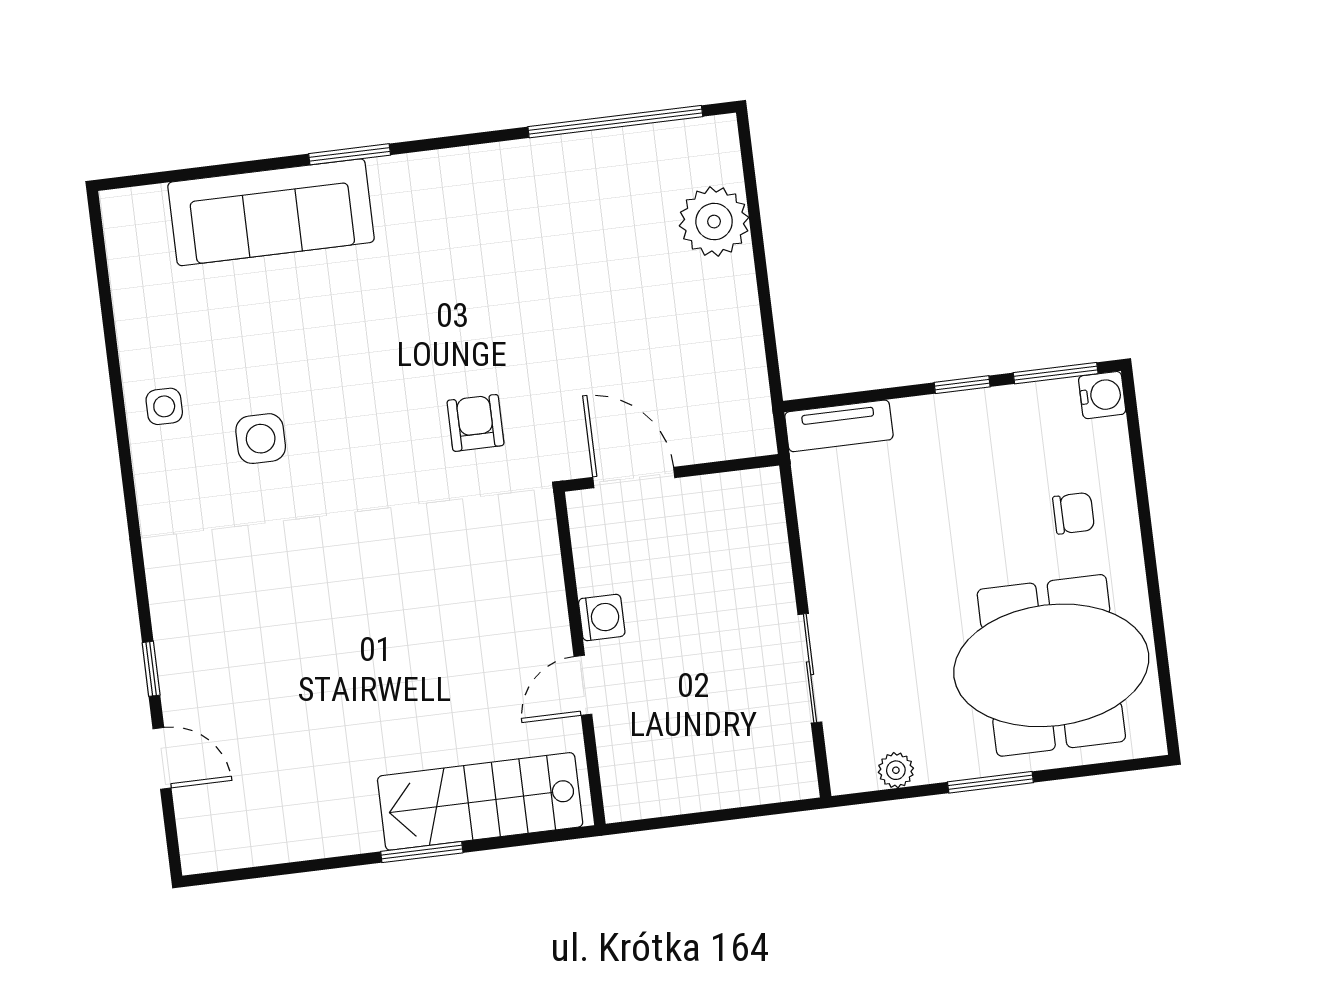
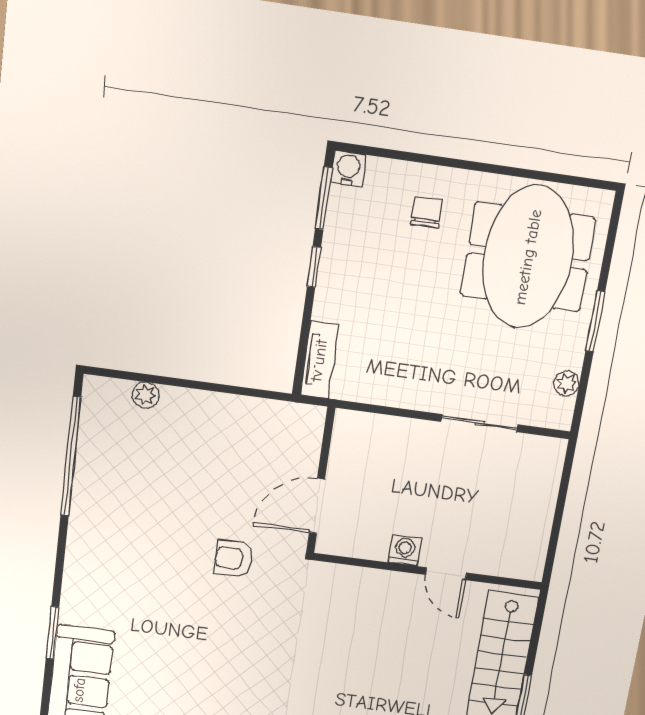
plant: (714, 222) -> (146, 395), width x0.53, depth x0.53
armchair: (475, 423) -> (234, 559), moved

